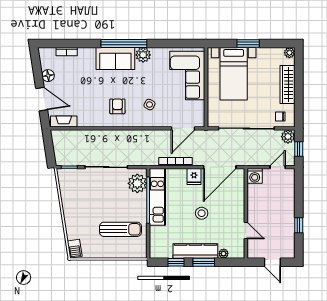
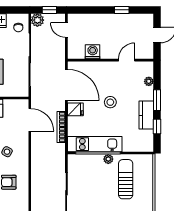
washing machine: (255, 176) -> (93, 52), moved, turned -90
plant: (137, 183) -> (108, 159), moved, width x0.53, depth x0.53
kitchen counter: (195, 251) -> (146, 115), width x0.67

